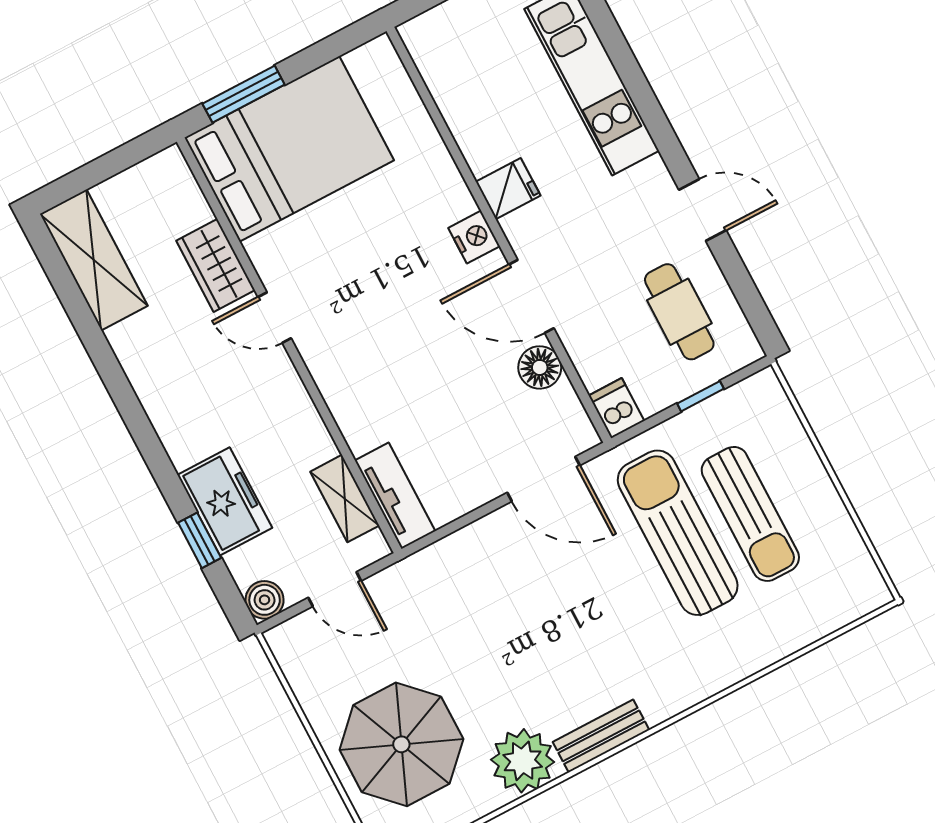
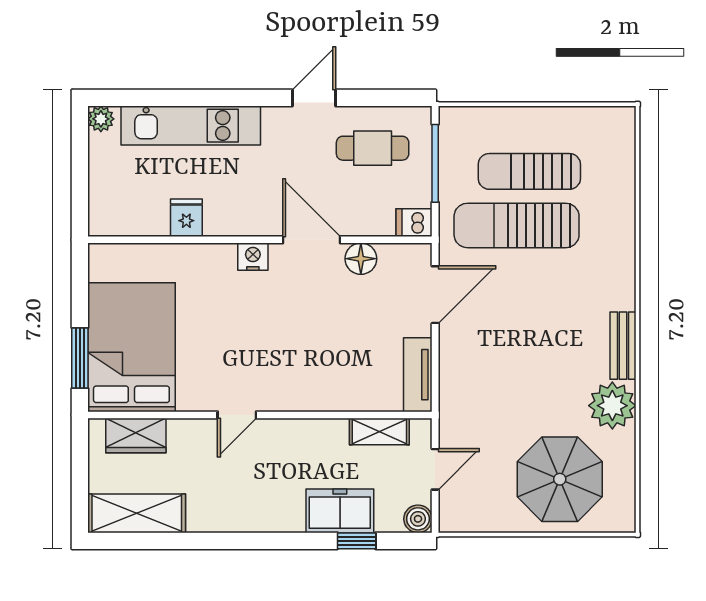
fridge: (508, 189) -> (186, 218), moved
wardrobe: (216, 265) -> (136, 435), moved
door: (531, 296) -> (312, 240), swing flipped
window: (701, 396) -> (435, 163), width x2.17
tv unit: (395, 496) -> (418, 375), moved, turned -90
sun lounger: (750, 514) -> (529, 171), turned 180

